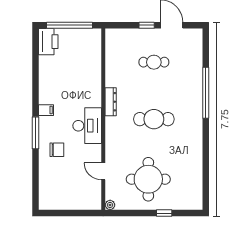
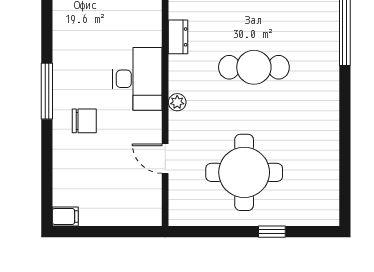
dresser: (111, 102) -> (178, 37), width x0.70
filing cabinet: (46, 110) -> (65, 216), moved
plant: (110, 205) -> (177, 102), moved

